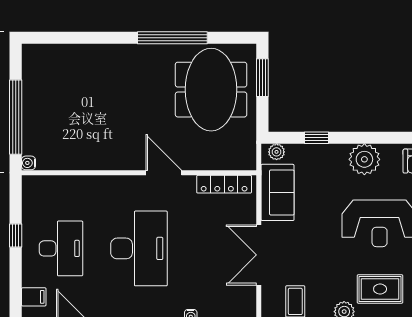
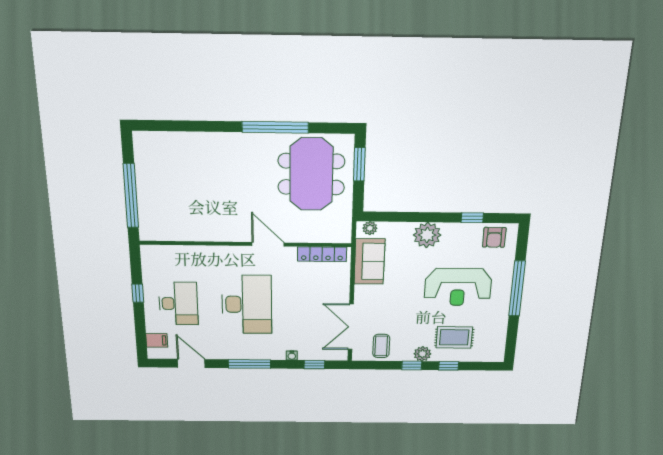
window: (316, 138) -> (472, 218), moved
plant: (364, 159) -> (427, 235), moved
water cooler: (28, 163) -> (145, 235), removed
double door: (259, 255) -> (351, 327), moved

